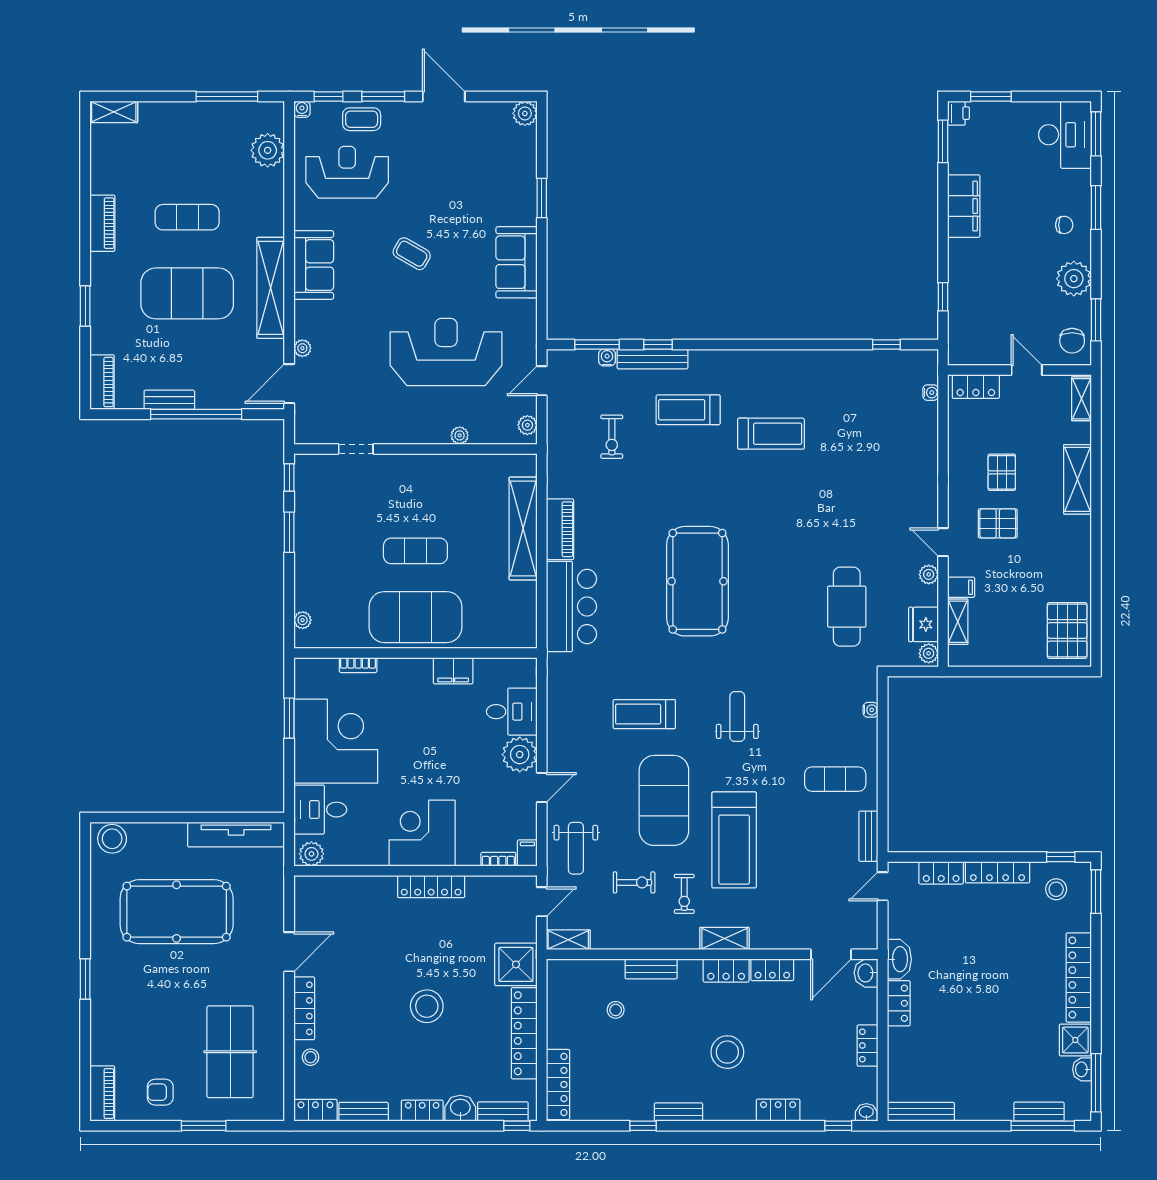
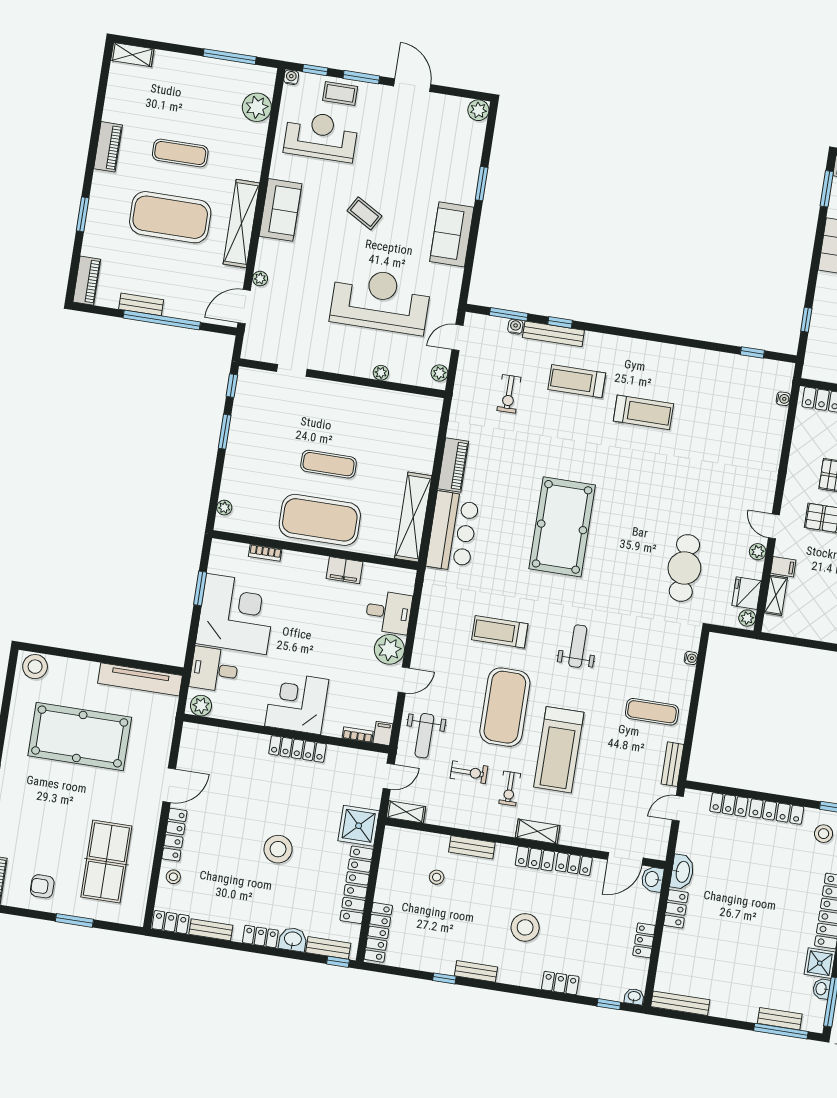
shelving: (523, 529) -> (413, 517), moved

